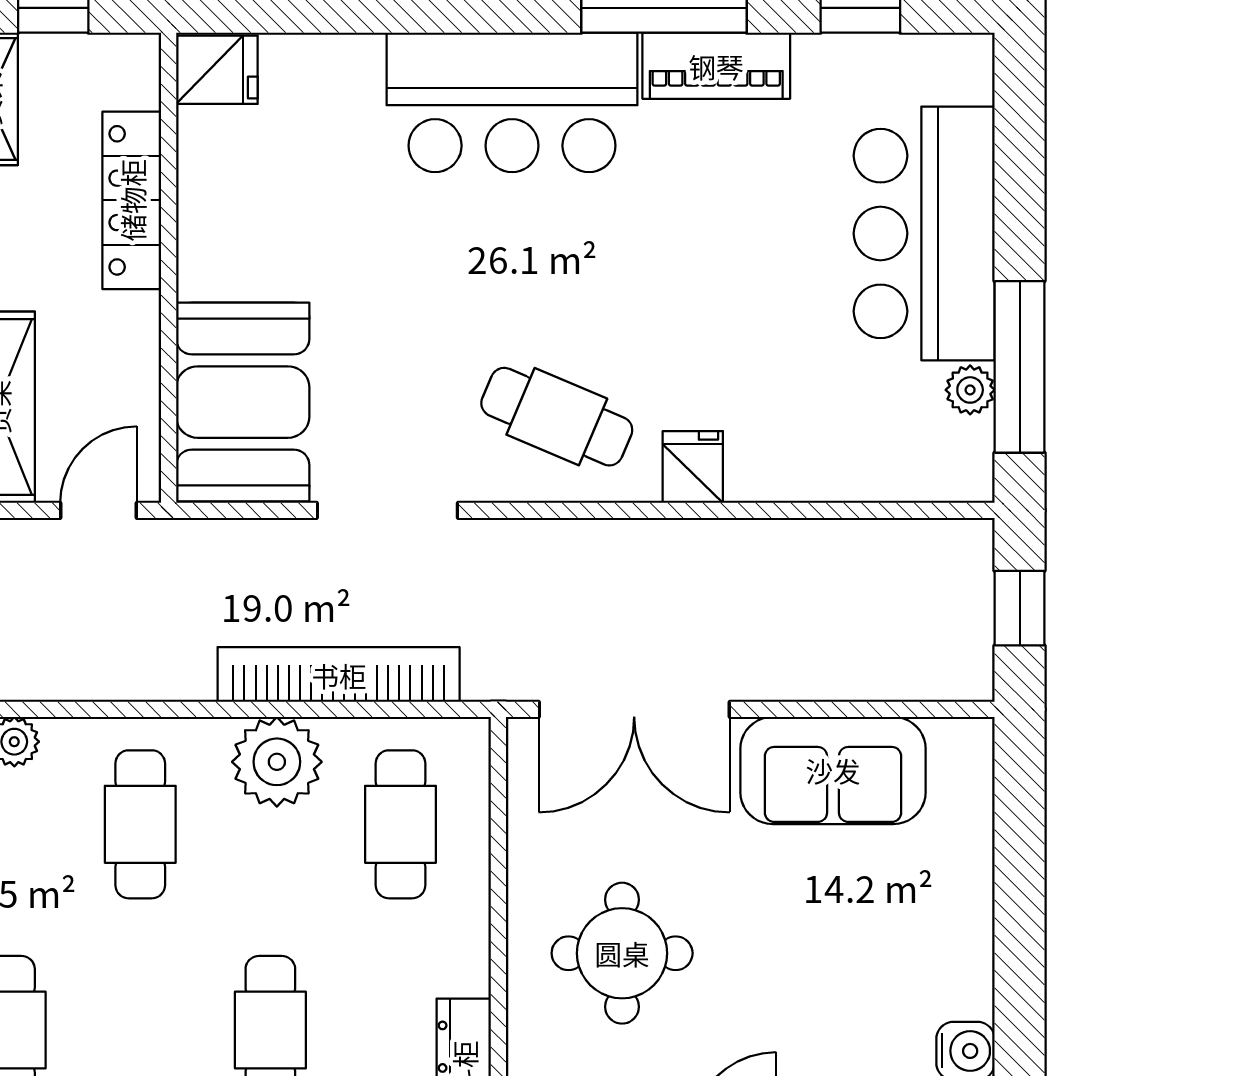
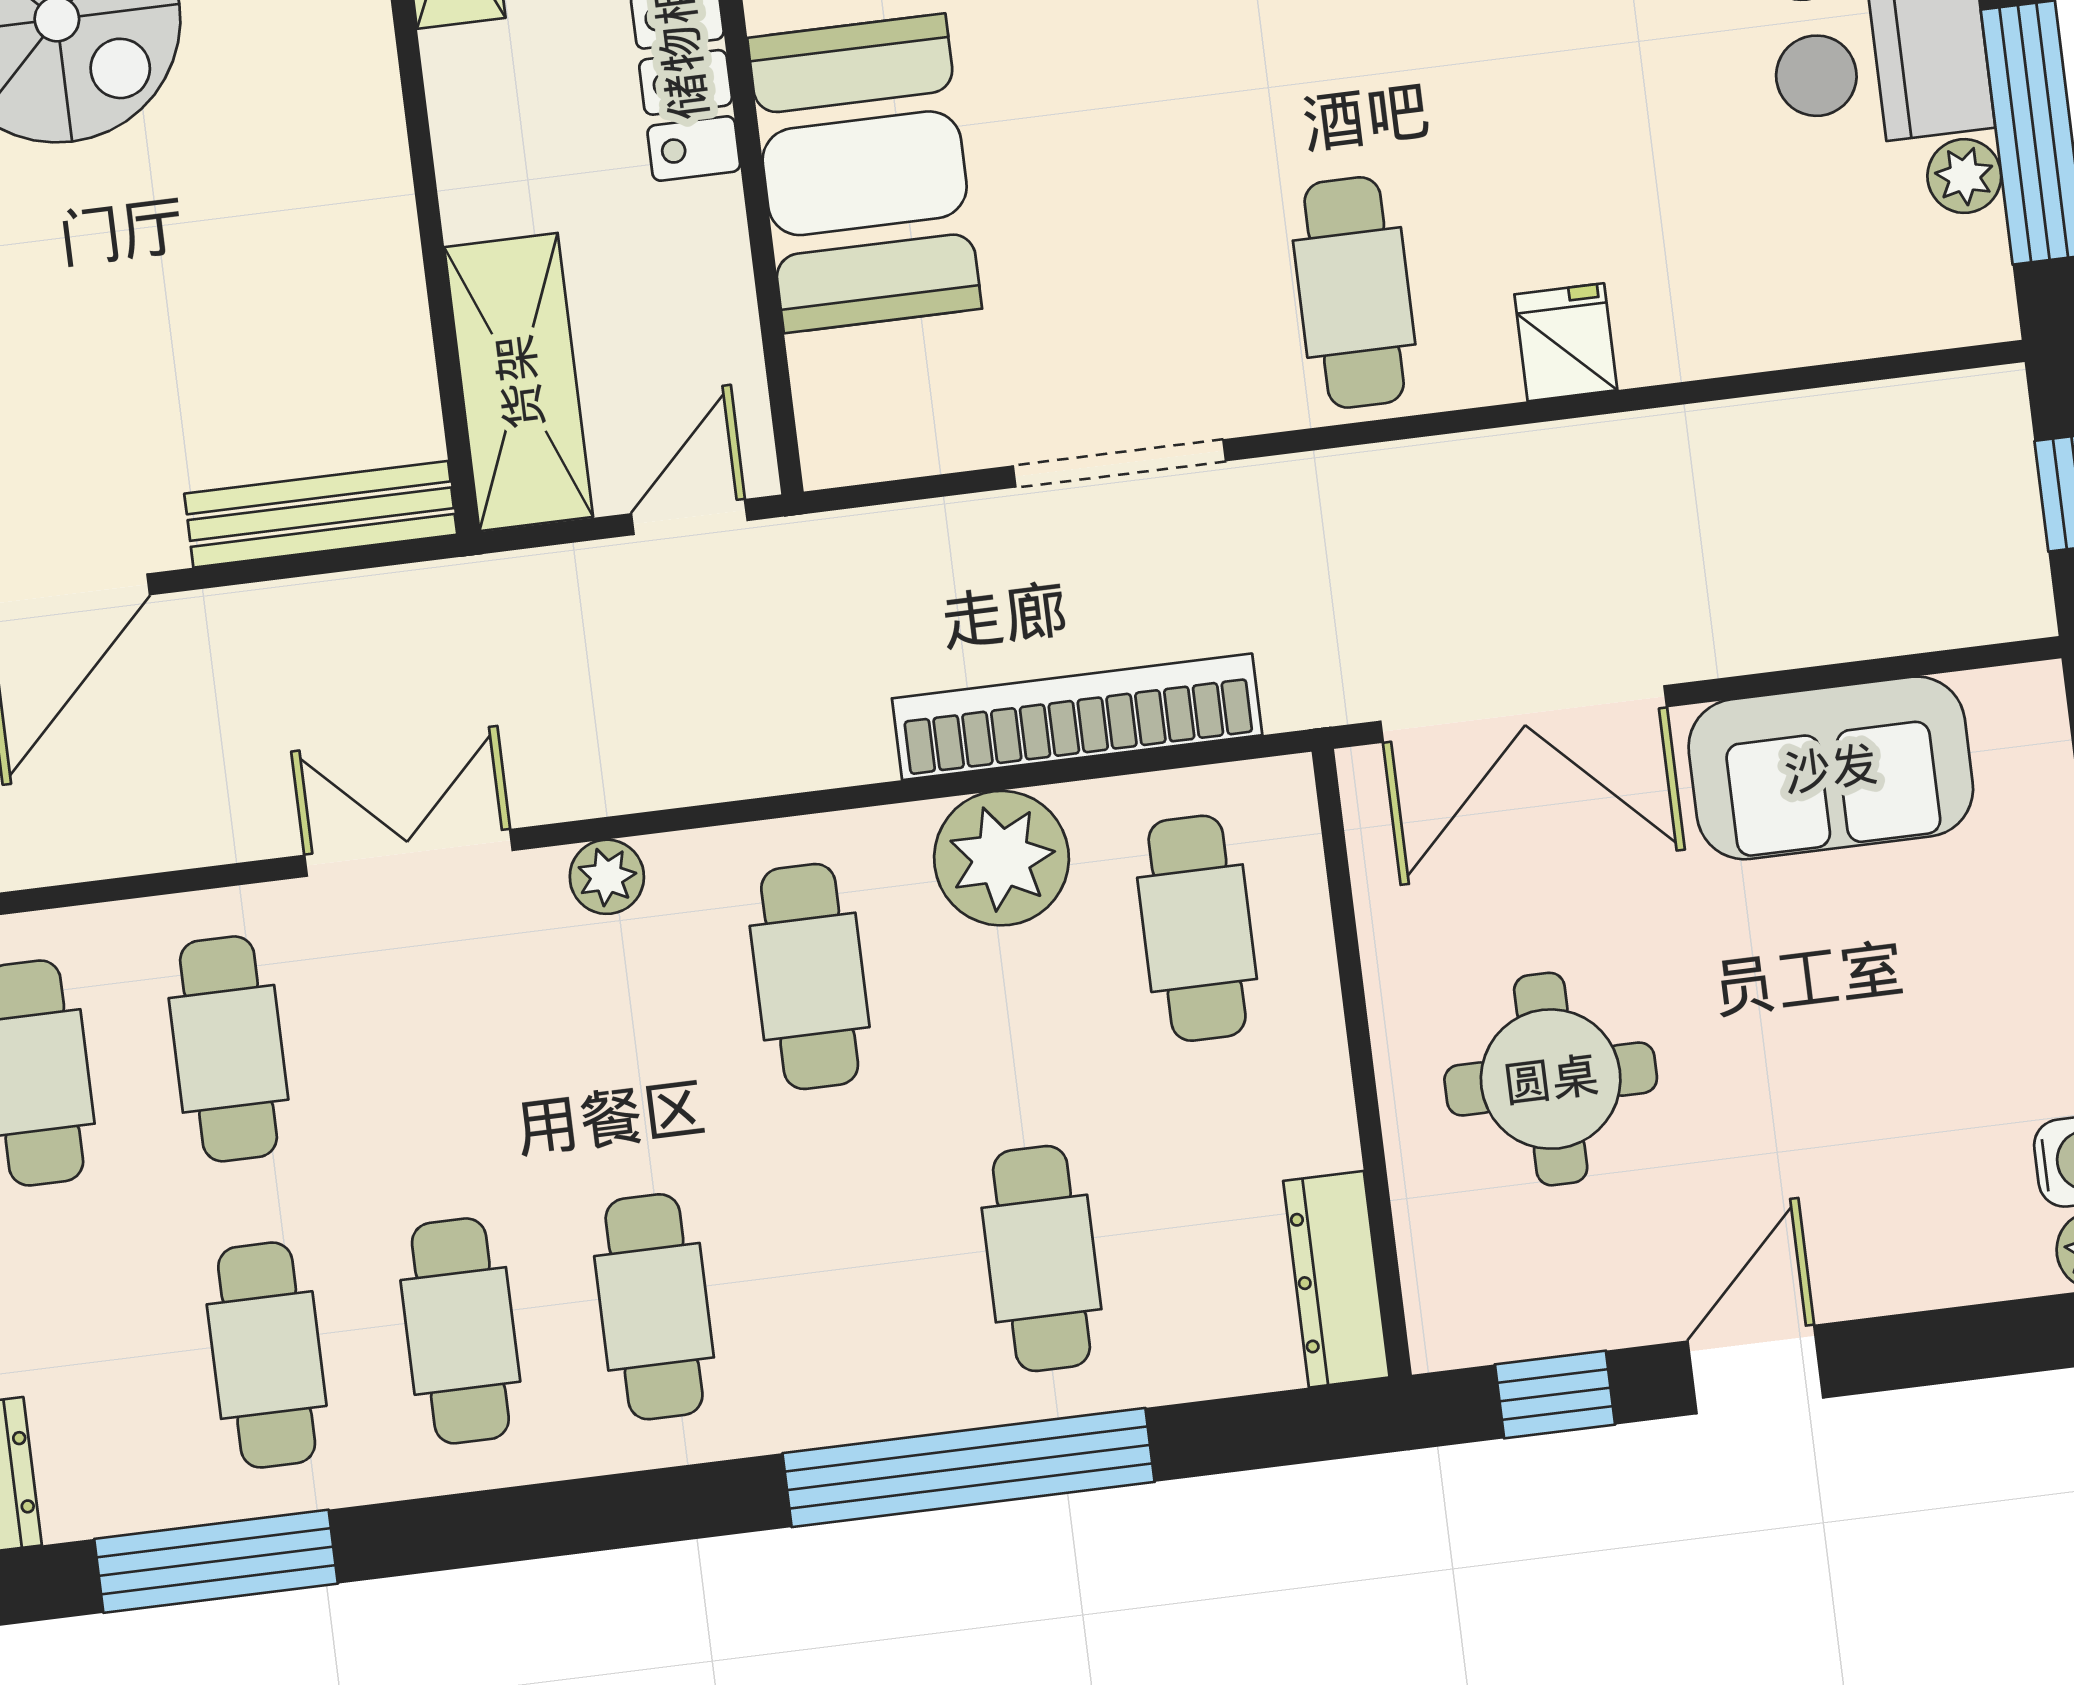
booth: (243, 402) -> (865, 173), moved
cafe table: (557, 417) -> (1354, 292), turned 67

